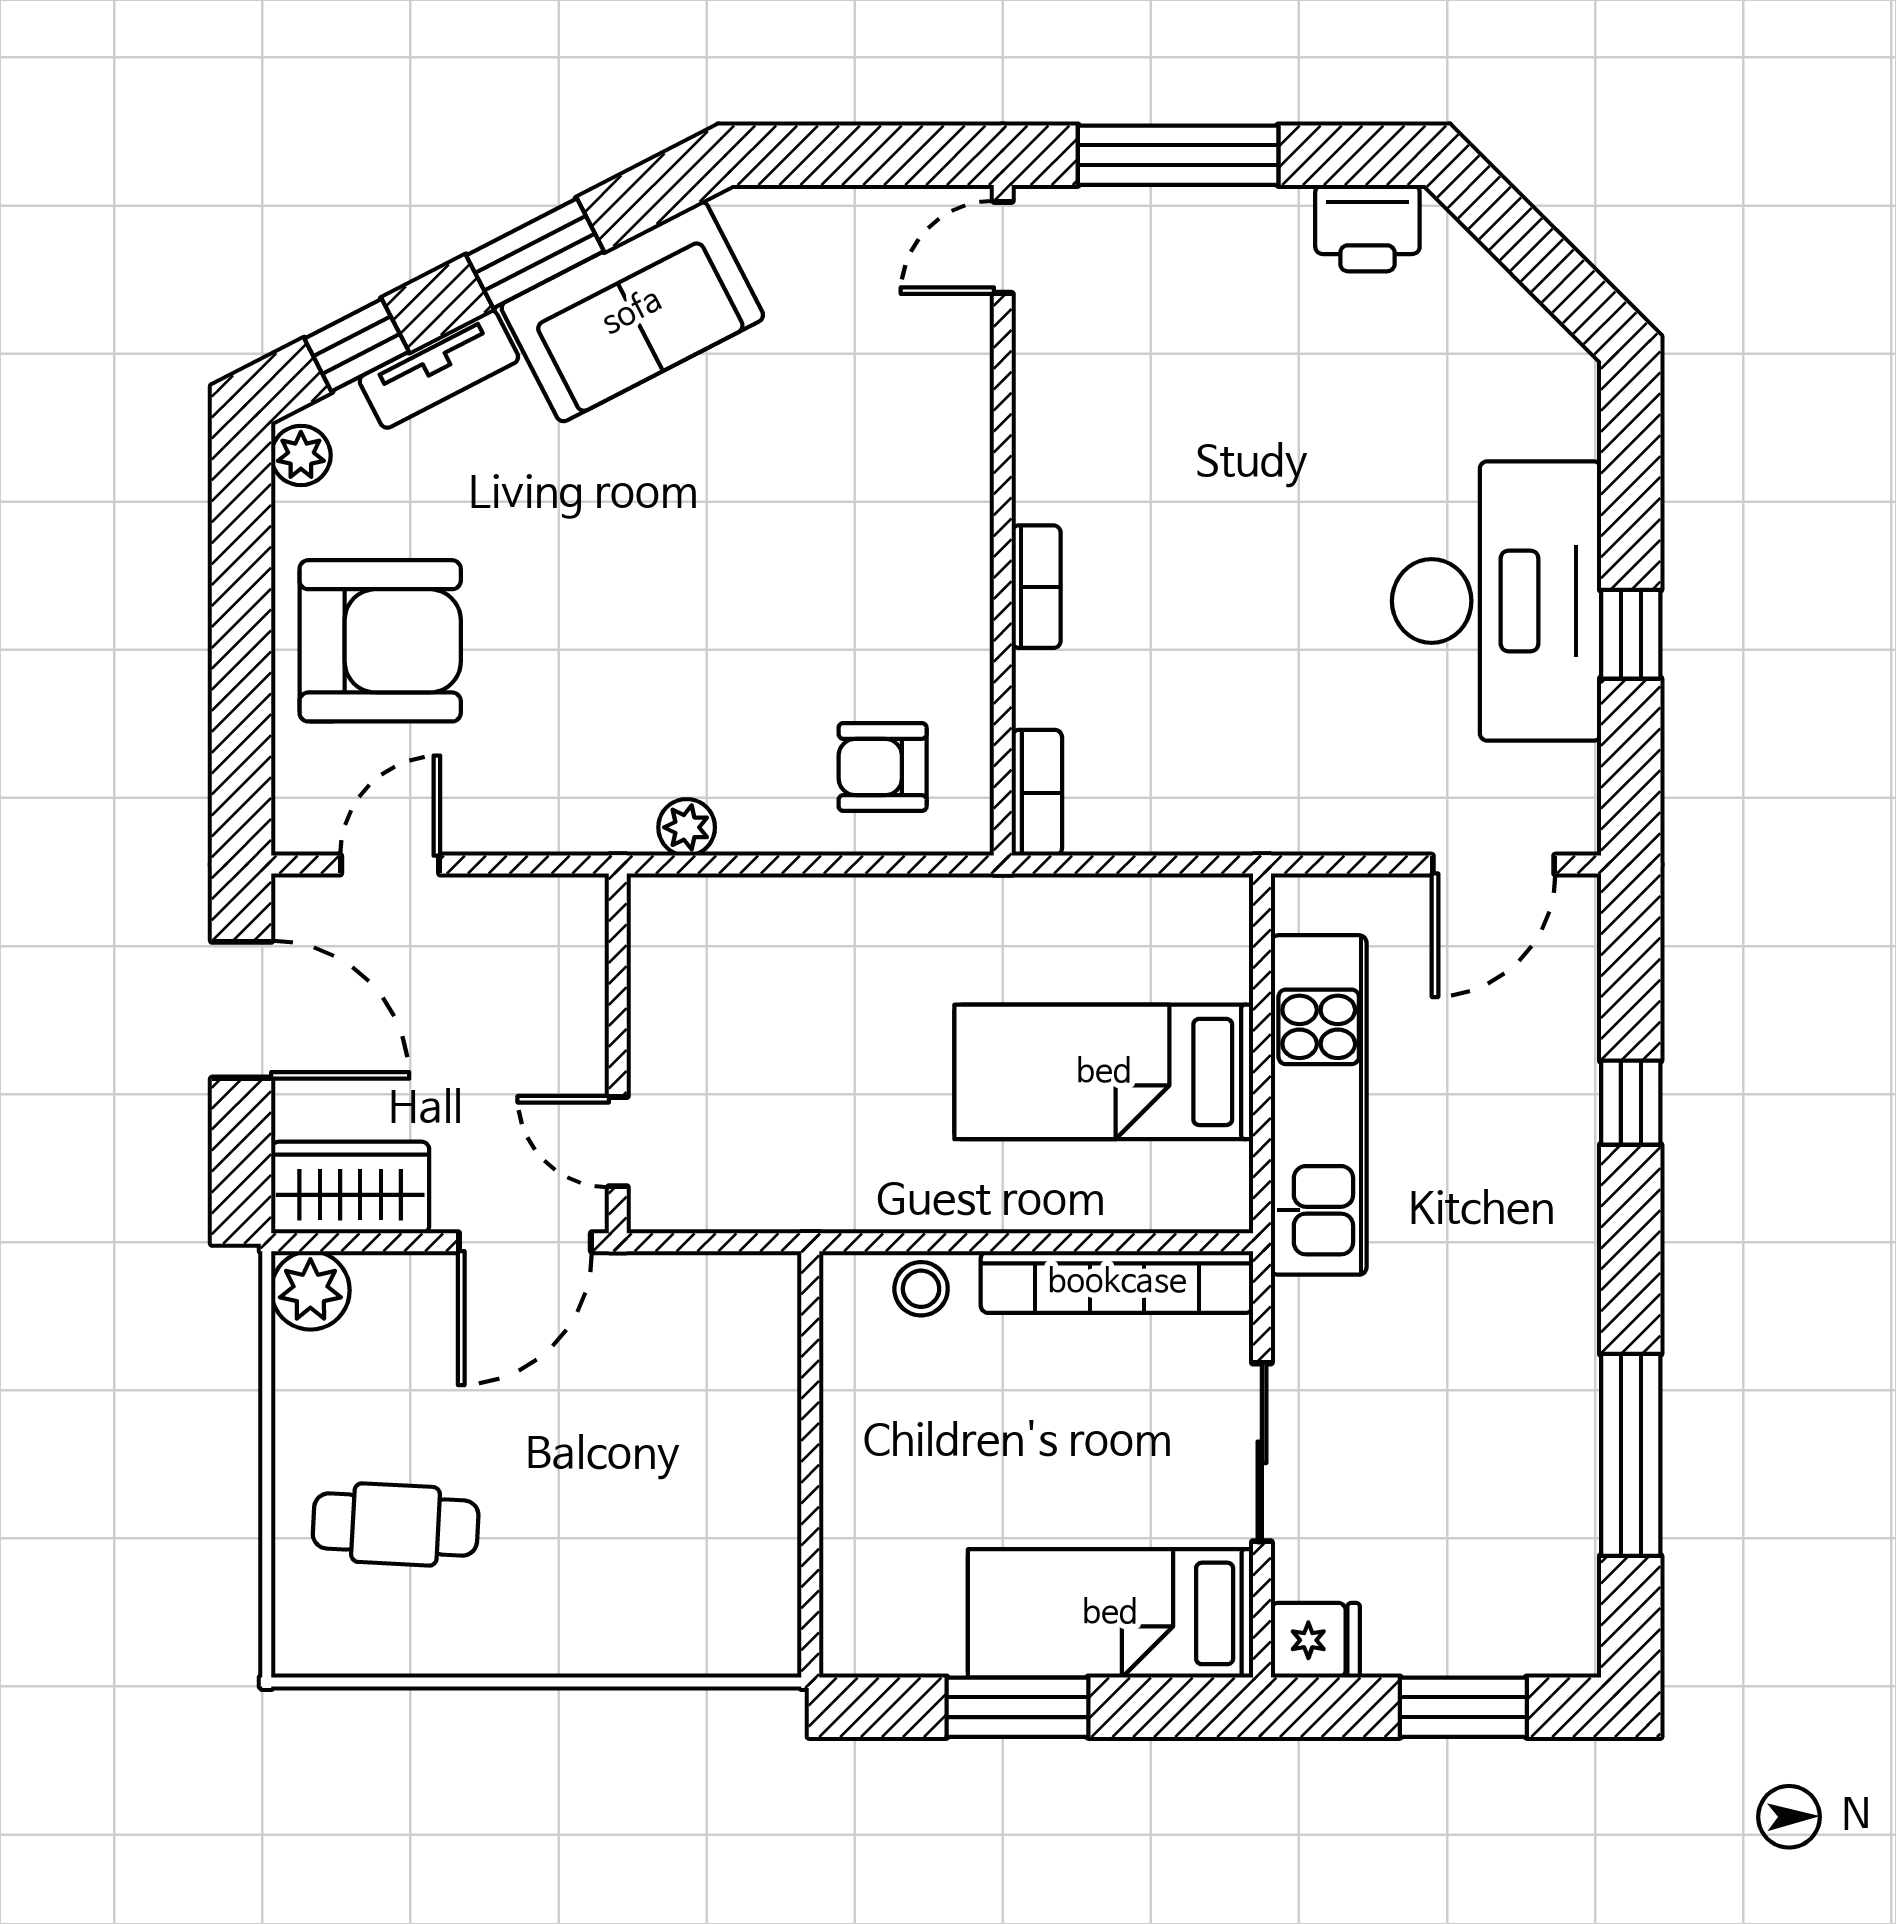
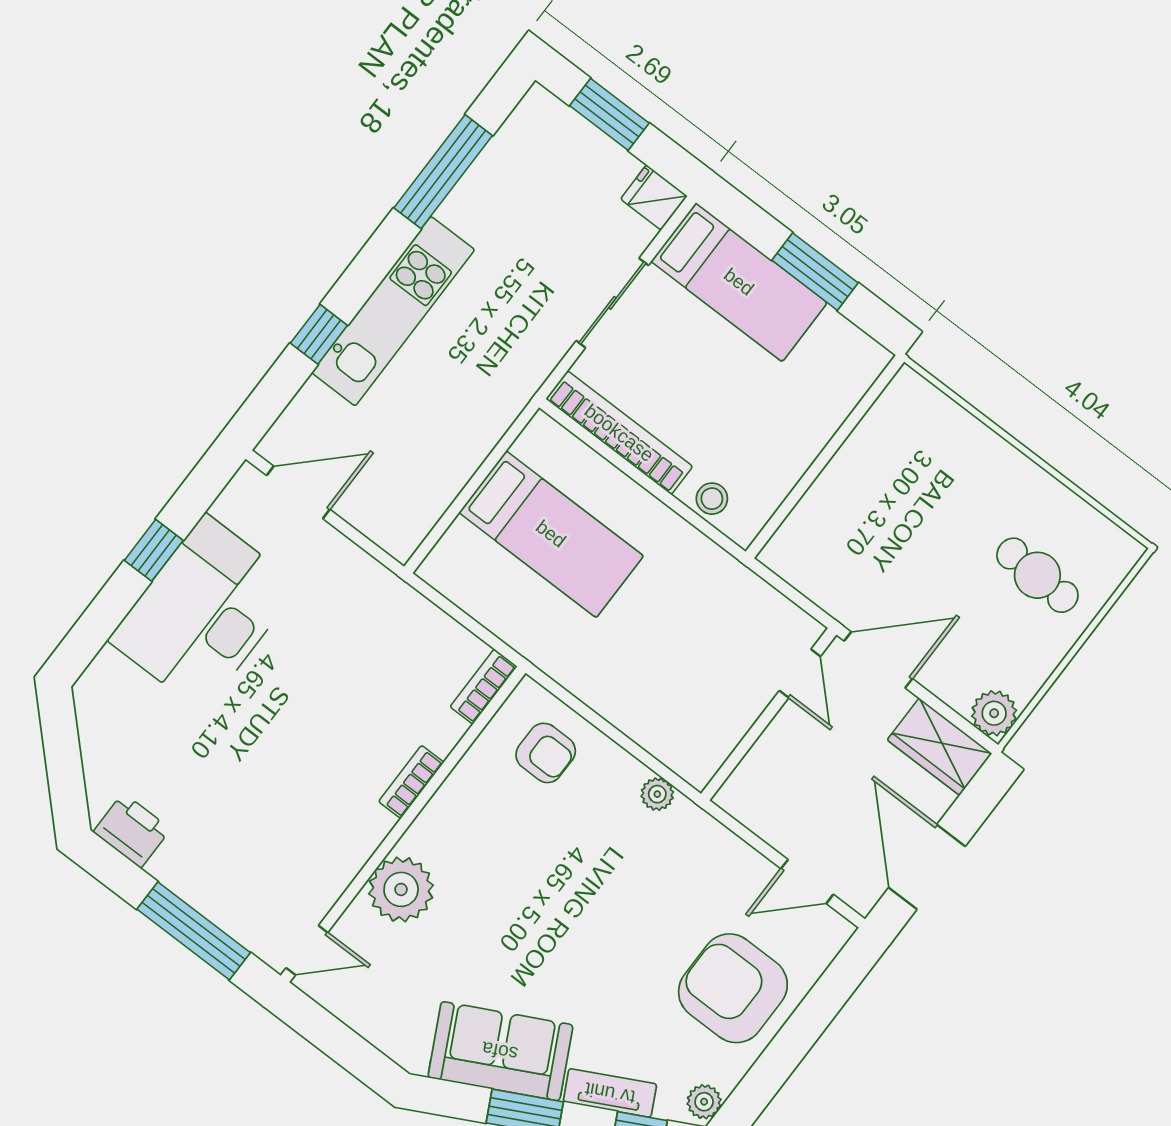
plant: (938, 429) -> (401, 889), added
kitchen unit: (1319, 1105) -> (393, 311), moved, turned 180

